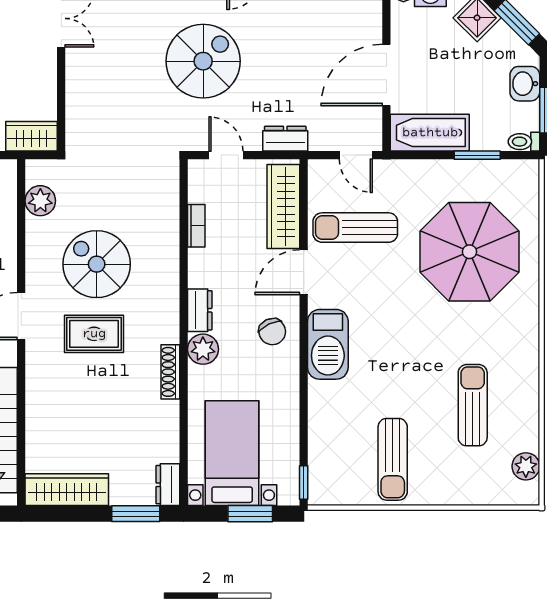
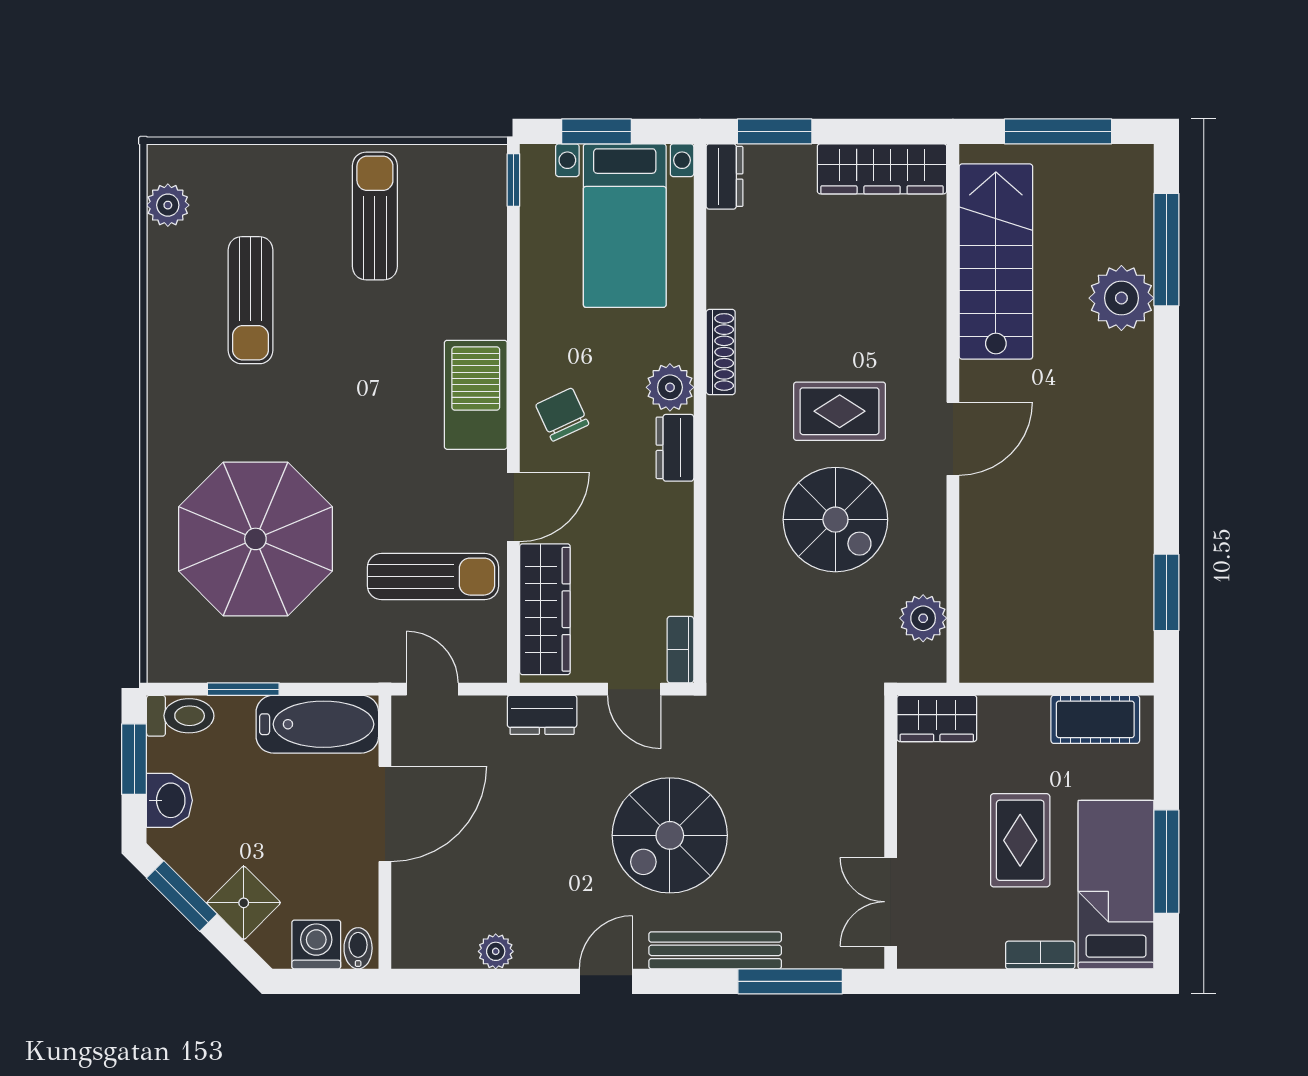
toilet: (524, 142) -> (180, 716), width x1.37, depth x1.39
bookcase: (196, 226) -> (680, 650), moved

